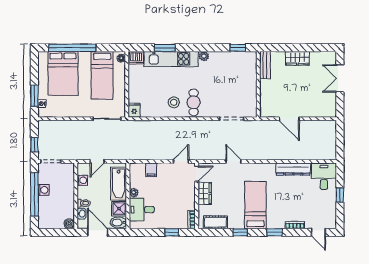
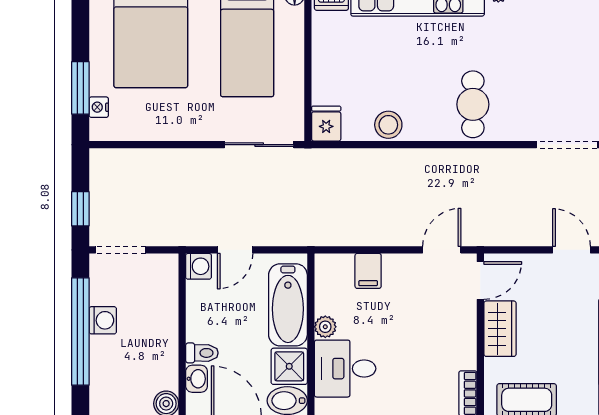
stool: (174, 102) -> (388, 125), moved
washing machine: (82, 180) -> (199, 266), moved

